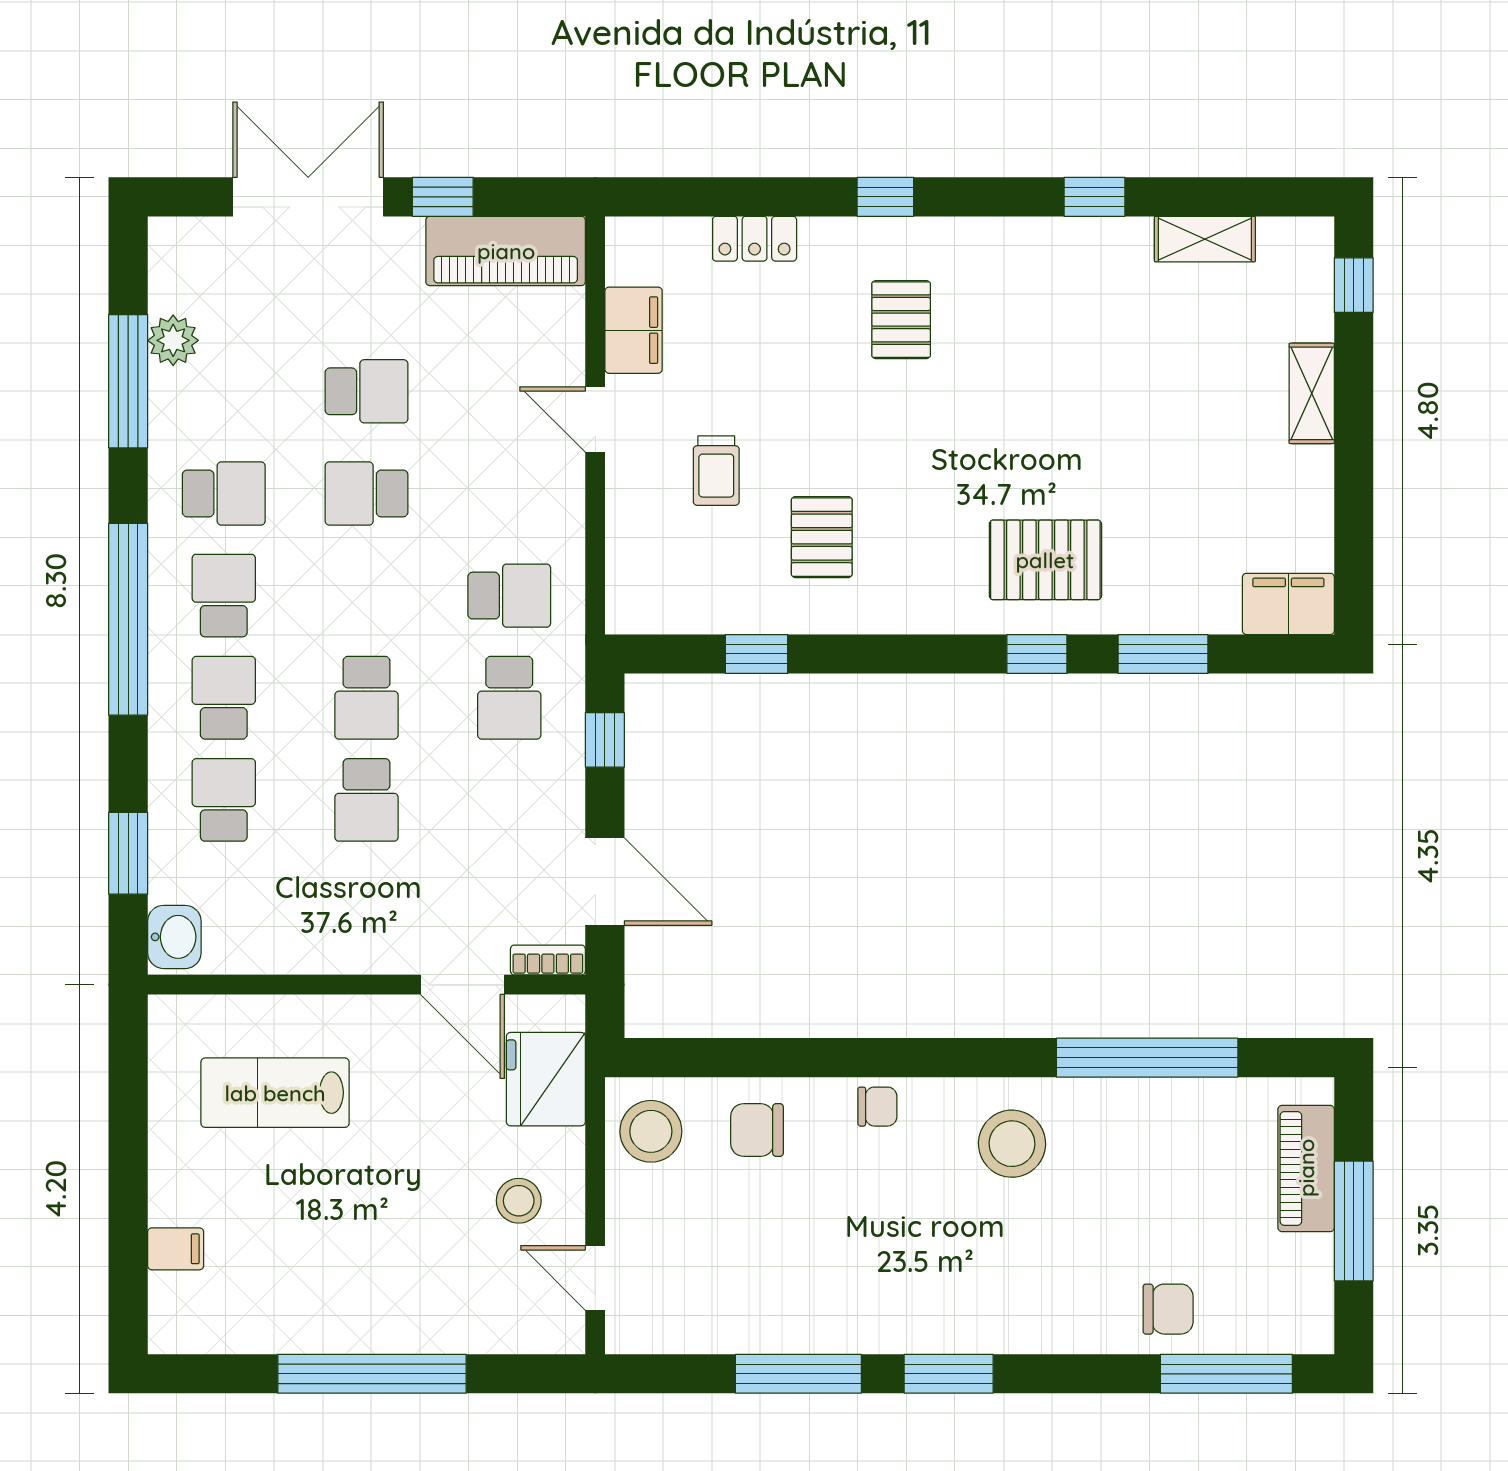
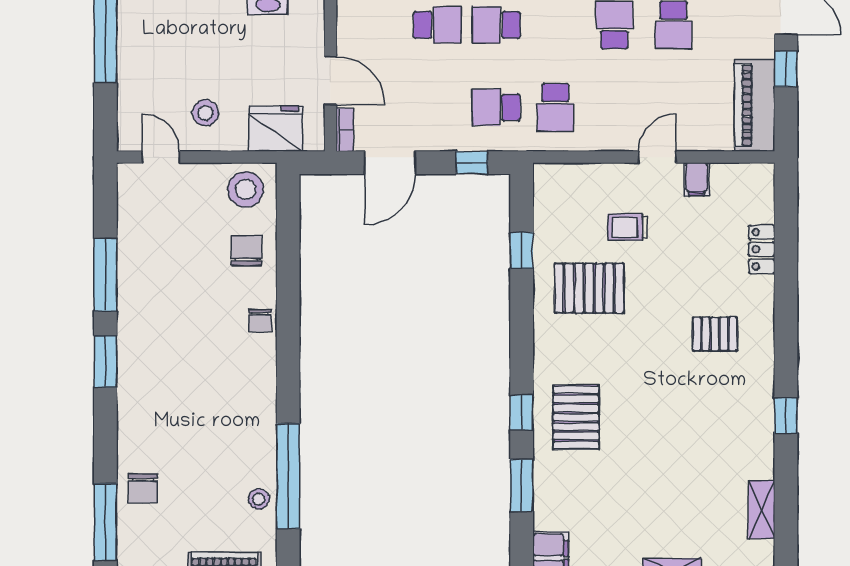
window: (885, 197) -> (786, 325), removed
window: (1094, 197) -> (786, 416), moved
filing cabinet: (634, 330) -> (696, 179), width x0.50
pallet: (822, 537) -> (589, 288), width x1.50, depth x1.42
school desk: (366, 800) -> (437, 25), turned 180
door: (462, 985) -> (330, 80), swing flipped
stool: (1012, 1144) -> (259, 499), moved, width x0.53, depth x0.53
door: (595, 1278) -> (161, 157), hinge flipped

